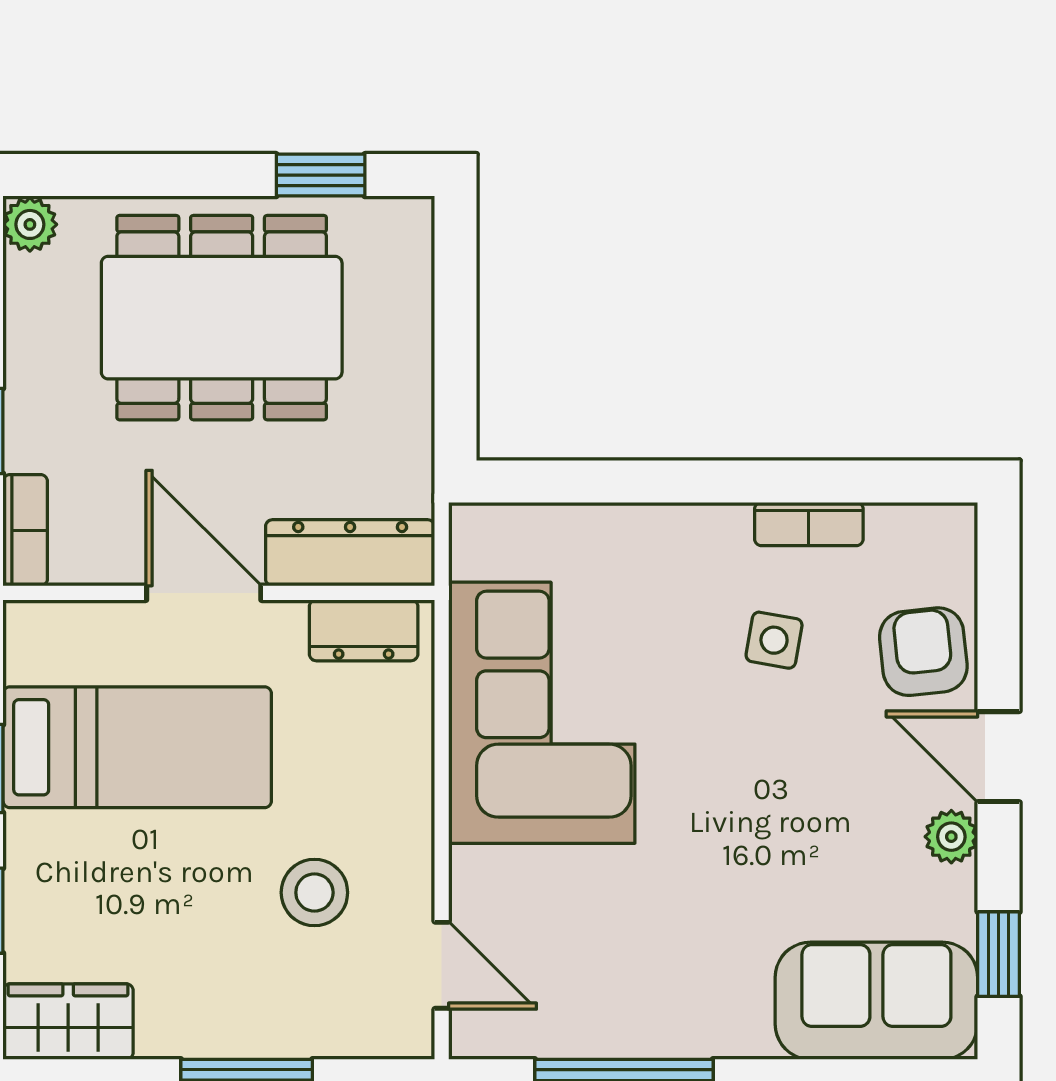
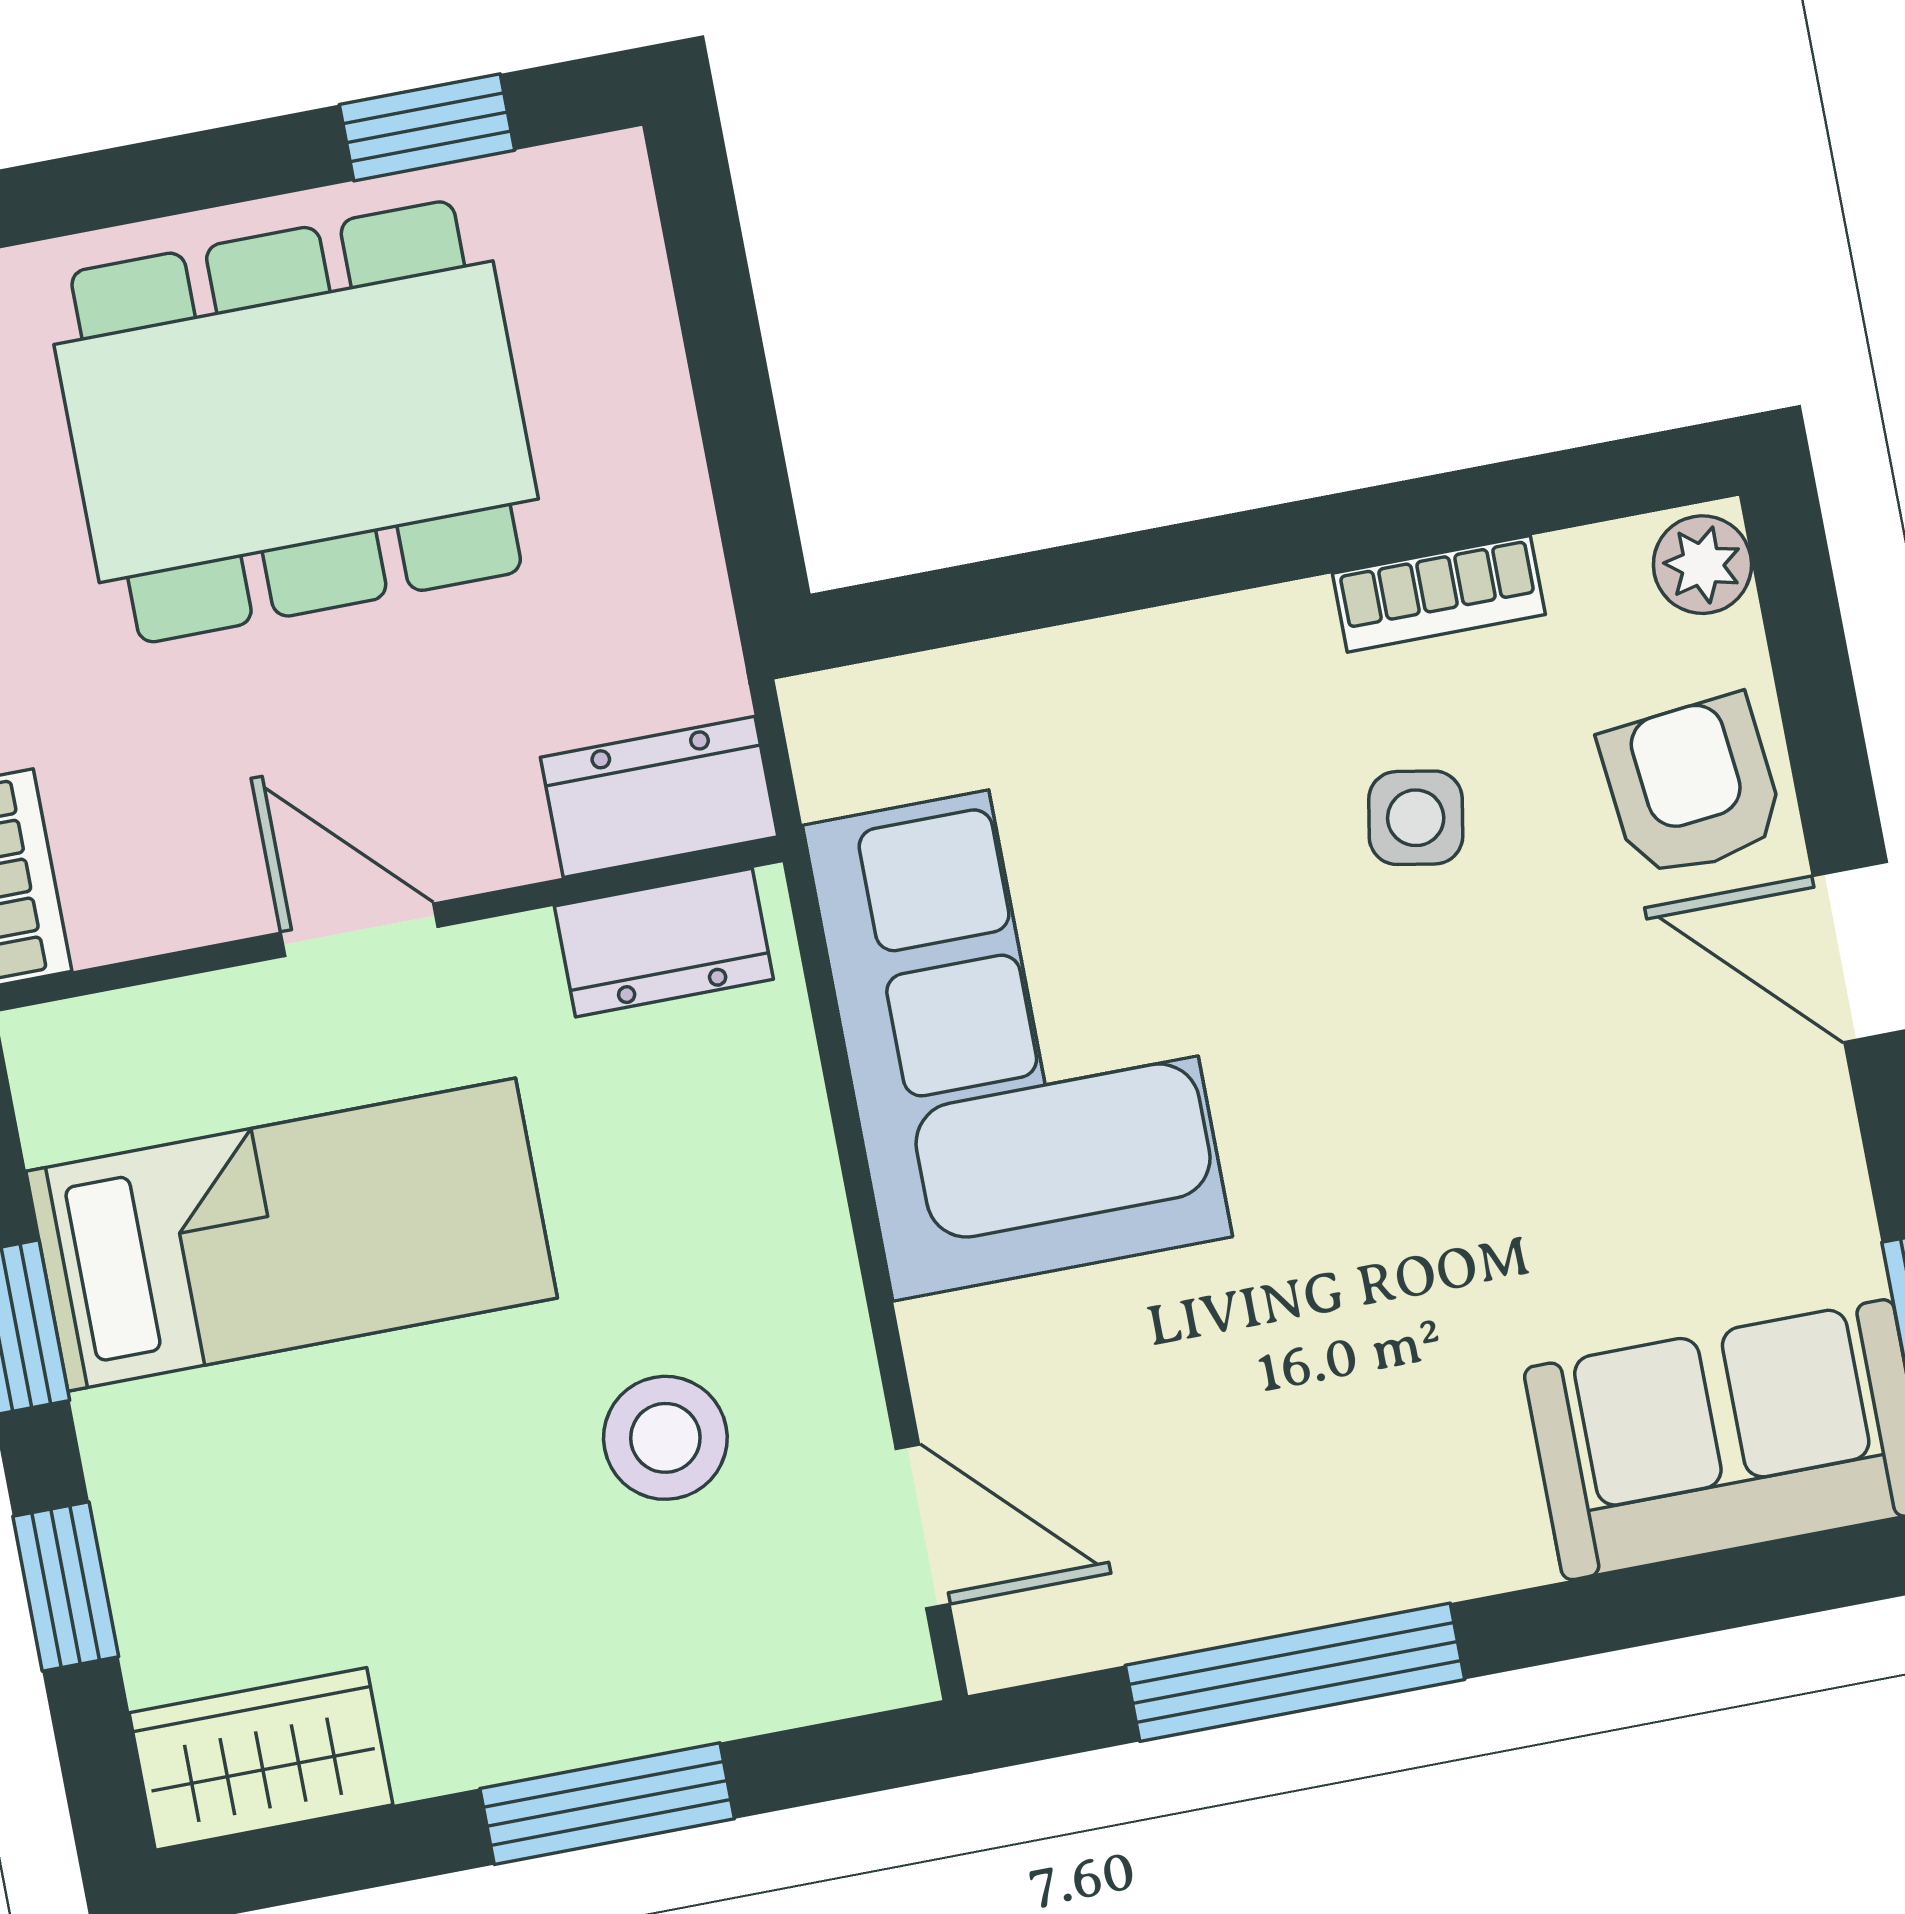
dresser: (350, 553) -> (659, 797), width x0.70
door: (204, 593) -> (359, 930), width x0.73
plant: (951, 837) -> (1702, 565), moved

